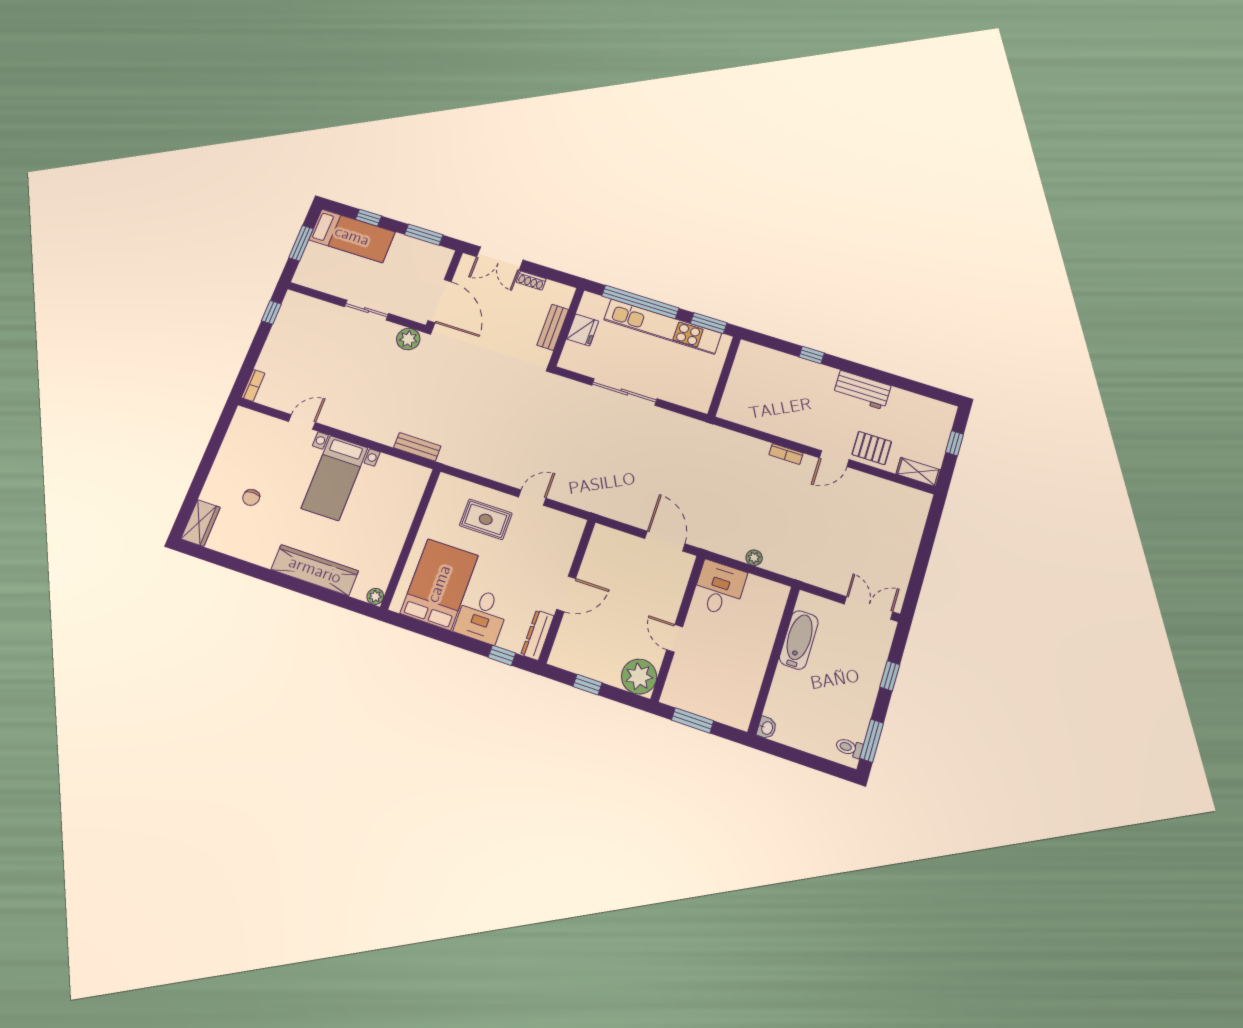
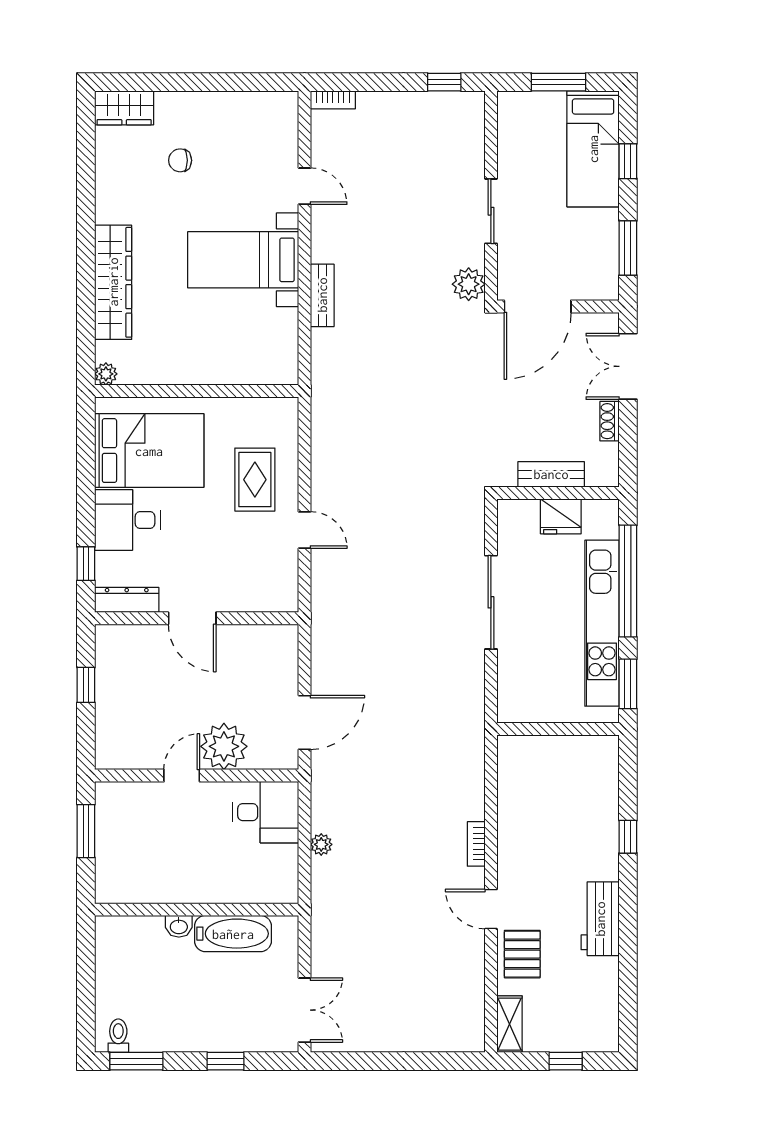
bench: (417, 447) -> (322, 295), moved
plant: (639, 677) -> (224, 746), moved
washbasin: (767, 728) -> (179, 926), moved

